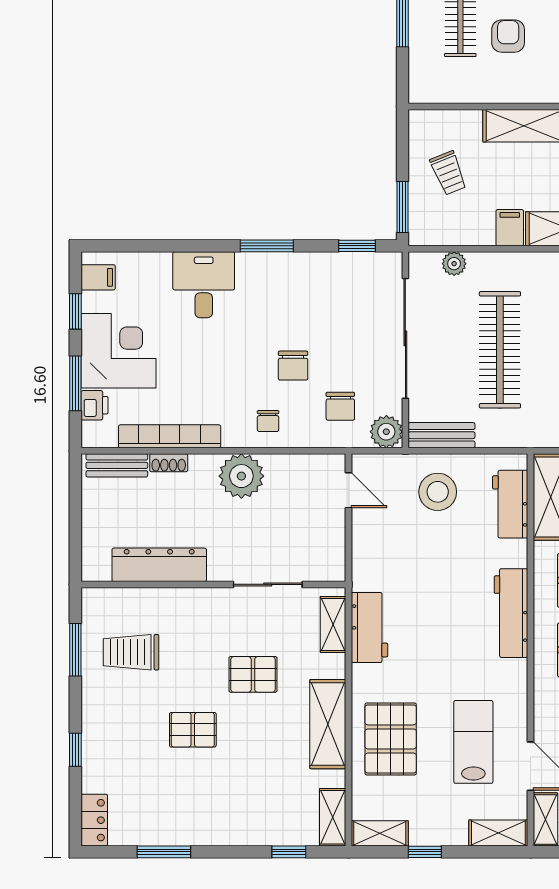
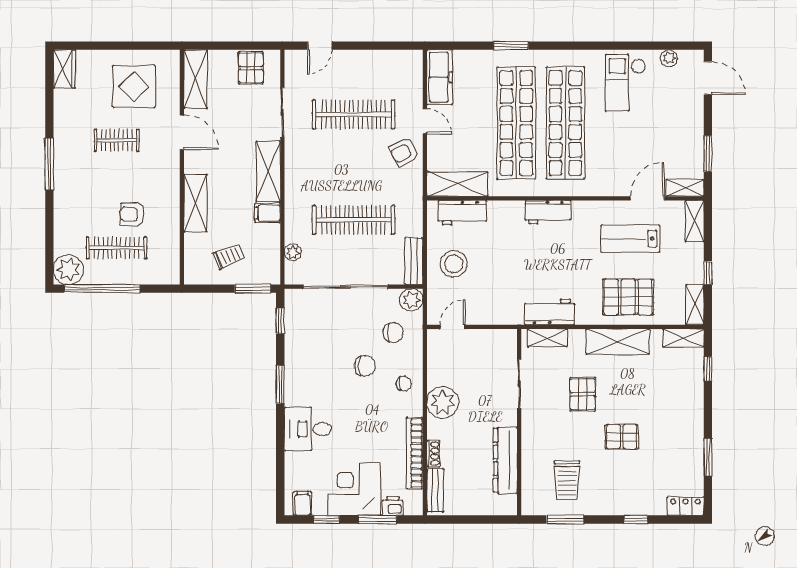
workbench: (511, 613) -> (548, 212), width x0.73
pallet: (193, 730) -> (622, 437), turned 90

